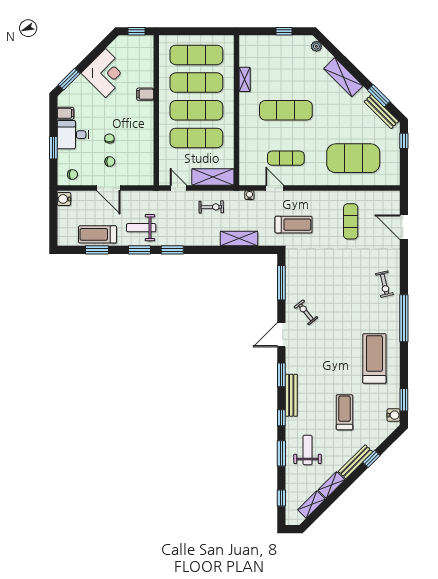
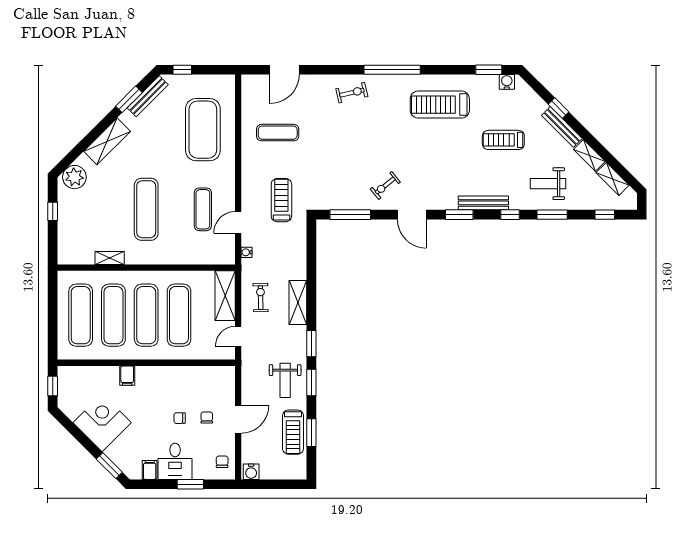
plant: (316, 46) -> (74, 177), width x1.87, depth x1.87
shelving: (239, 238) -> (298, 302), moved

